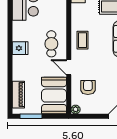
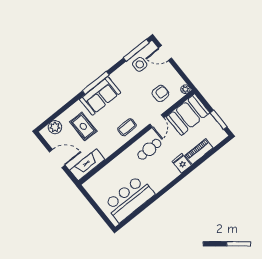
fridge: (20, 48) -> (182, 163), moved
armchair: (88, 87) -> (160, 93), turned 180
piano: (18, 95) -> (199, 152), moved

